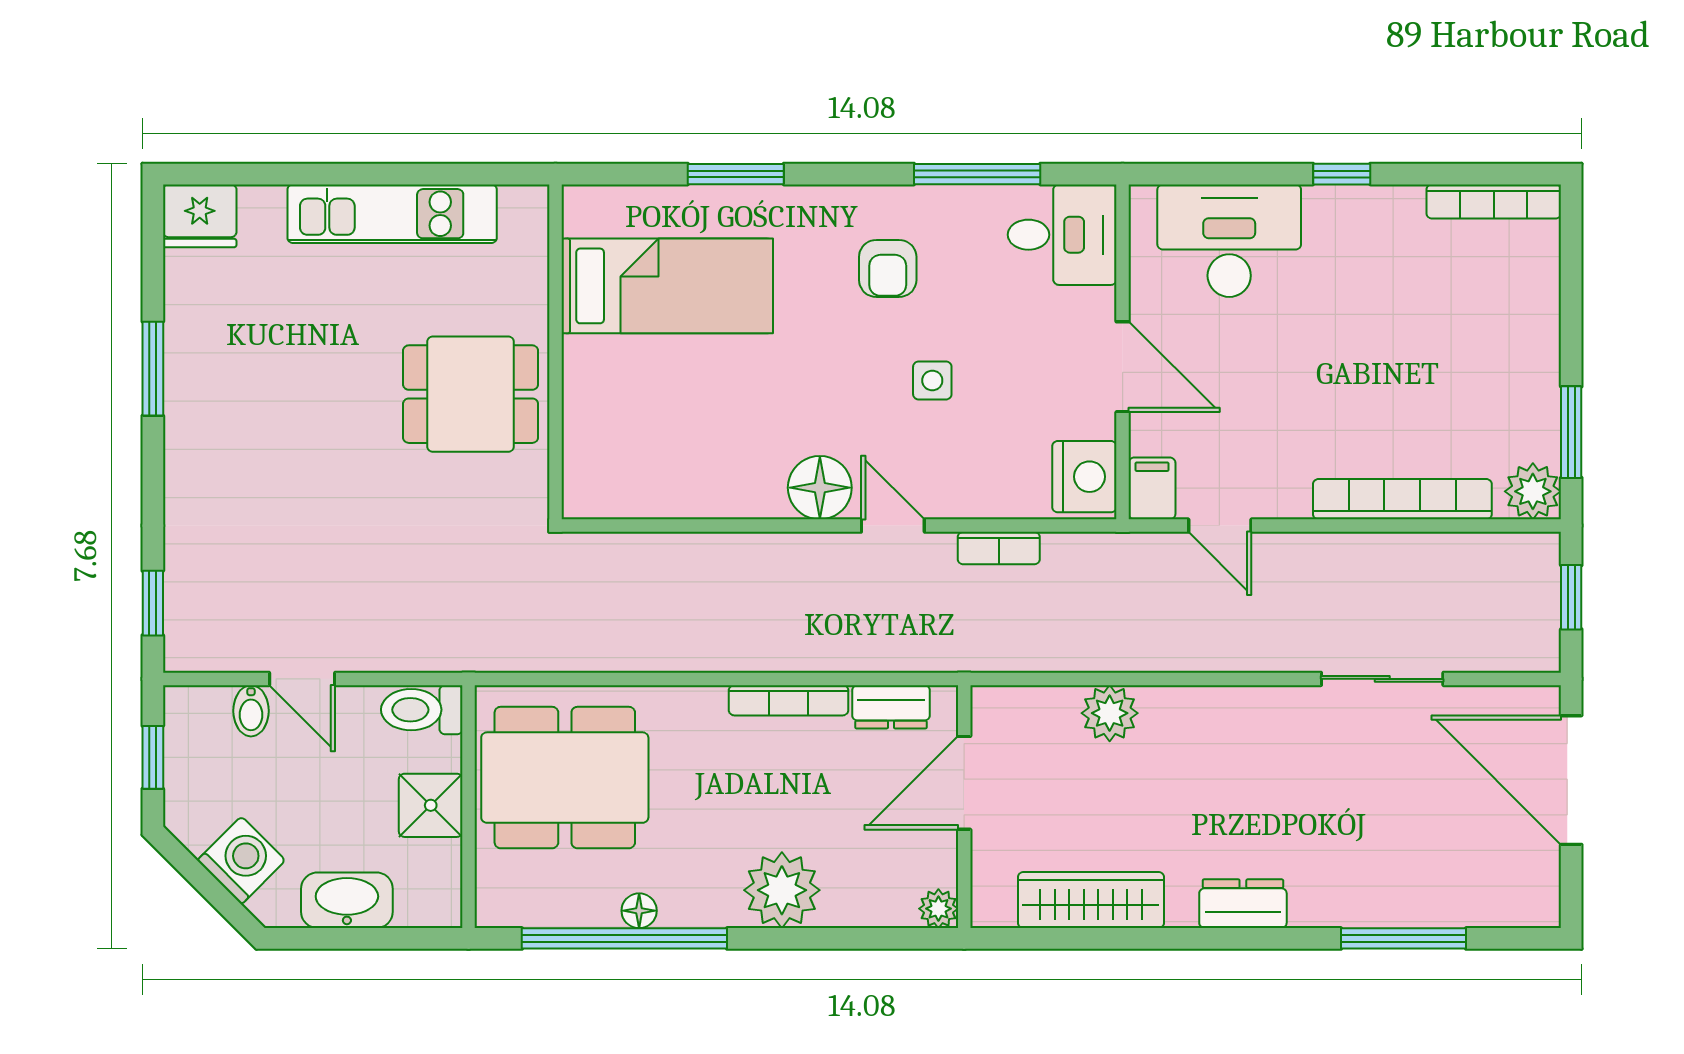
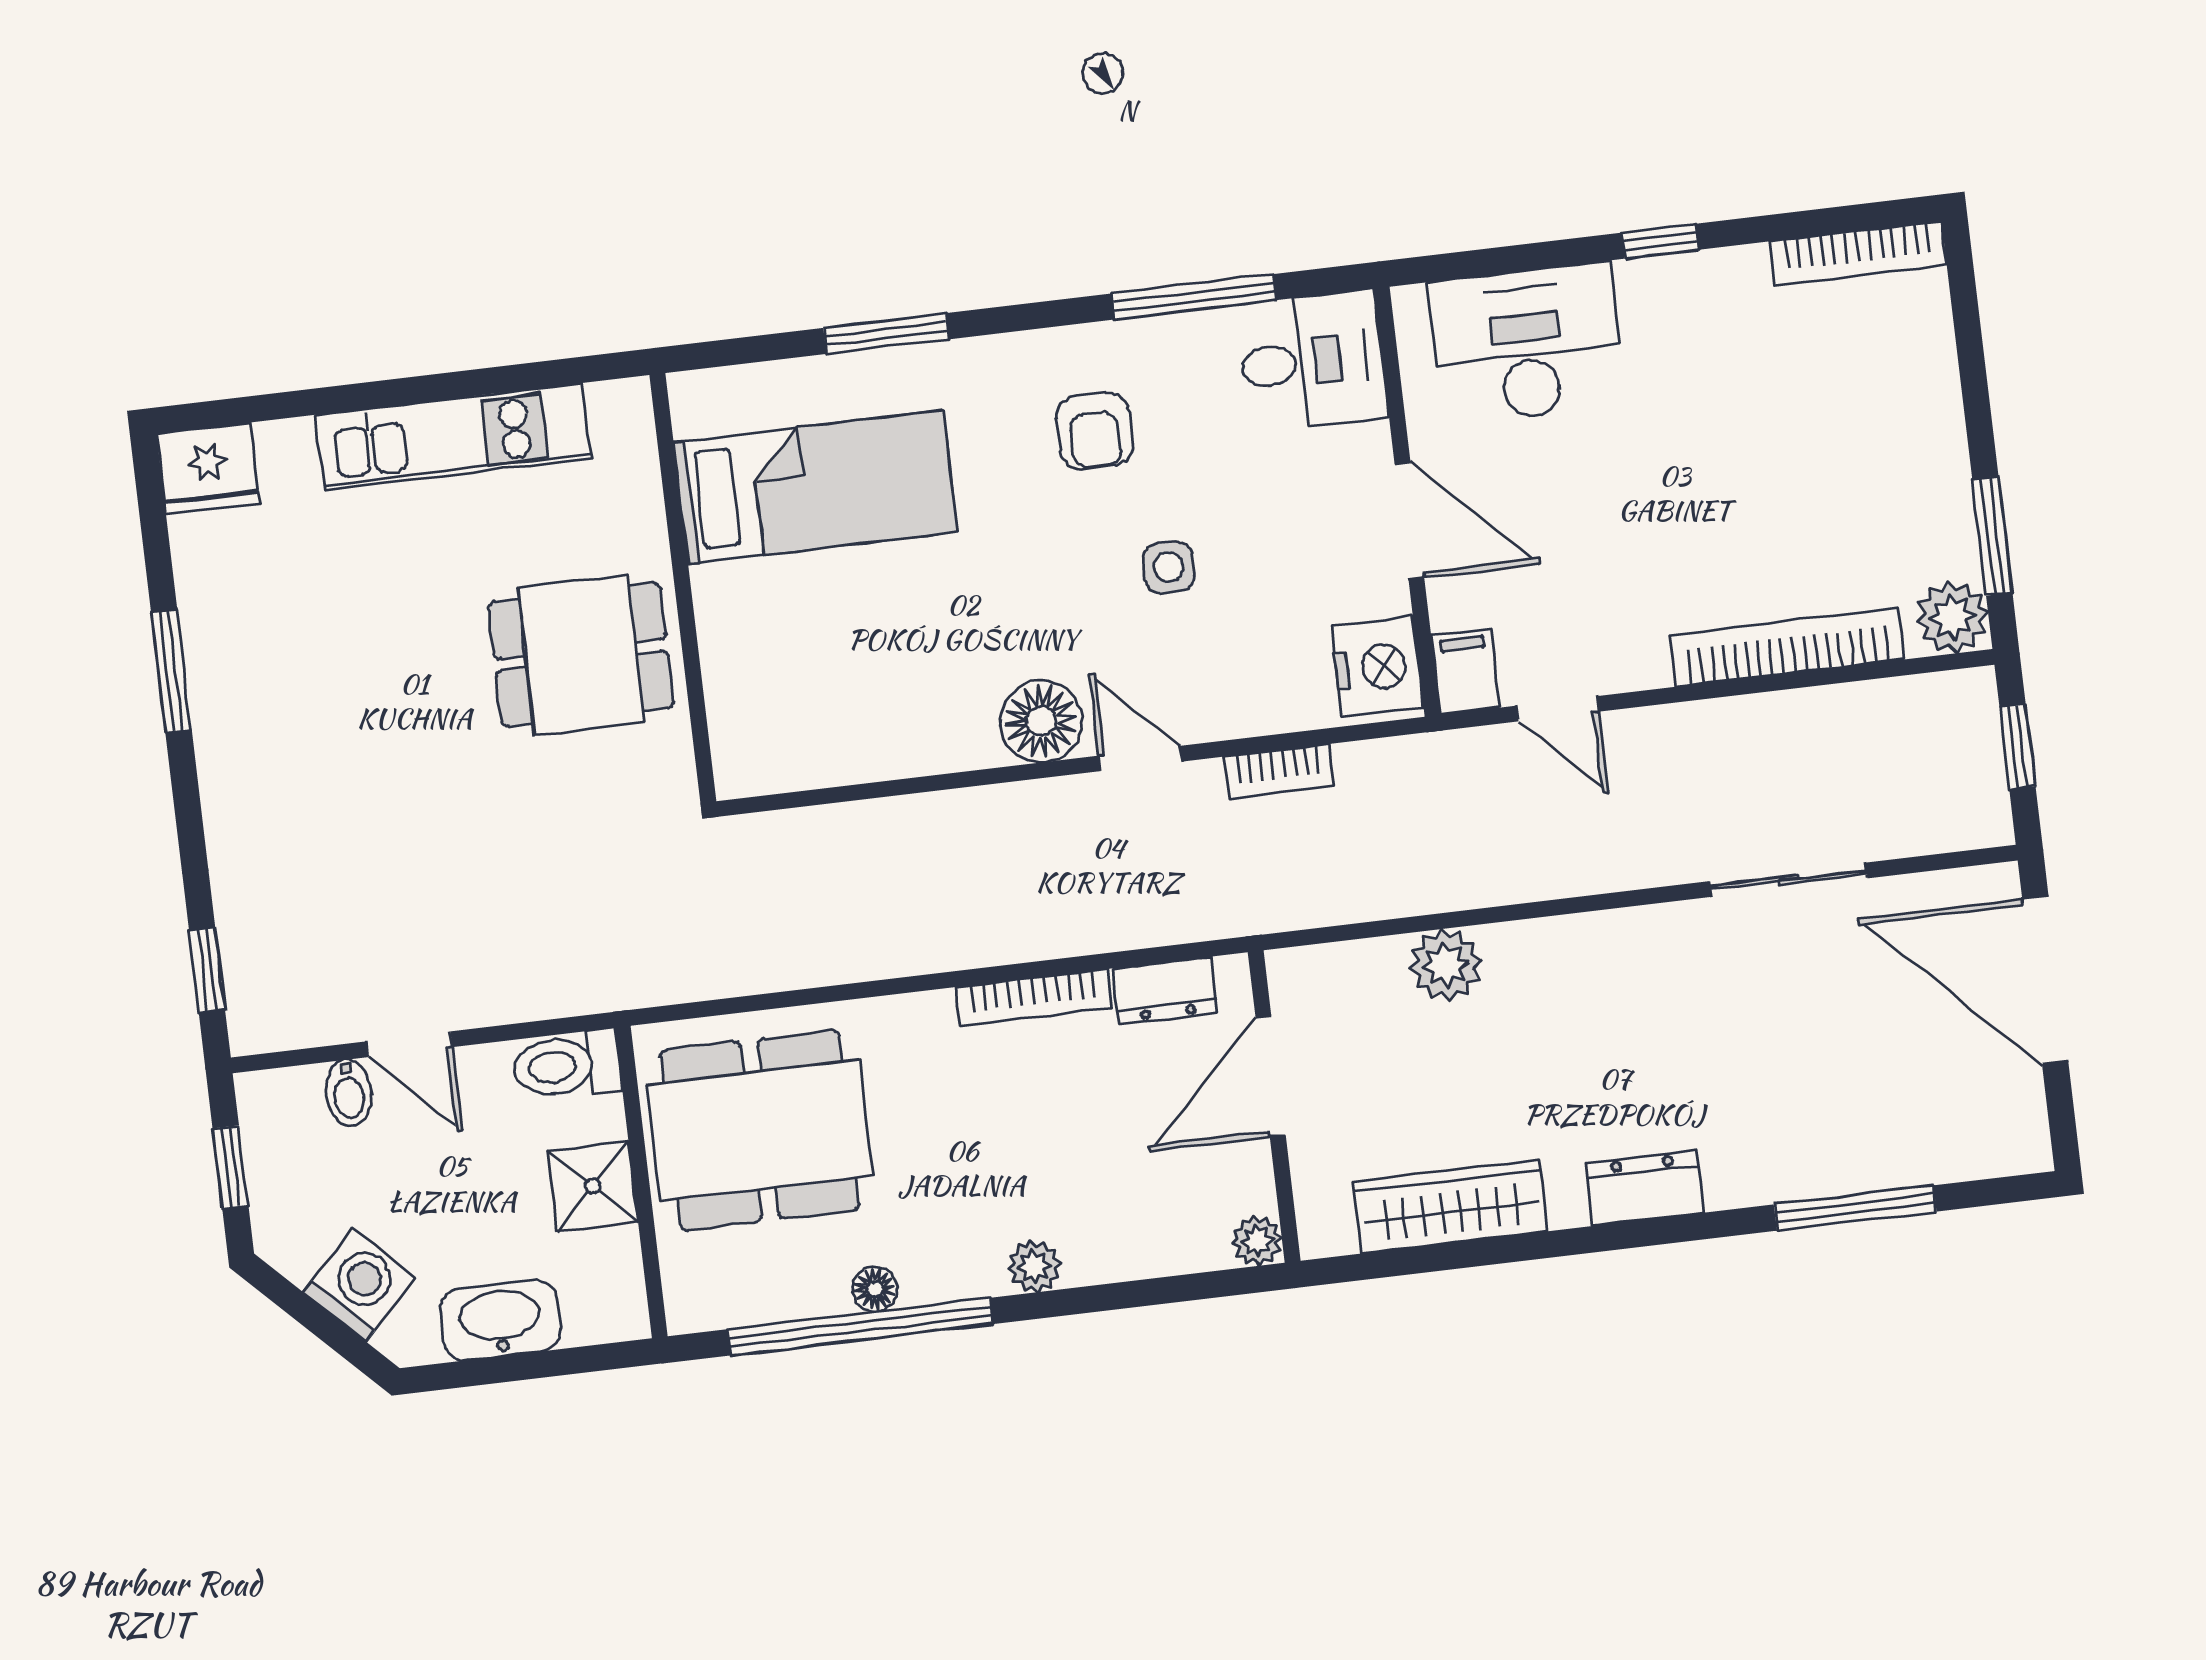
plant: (782, 890) -> (1034, 1266), width x0.53, depth x0.53

